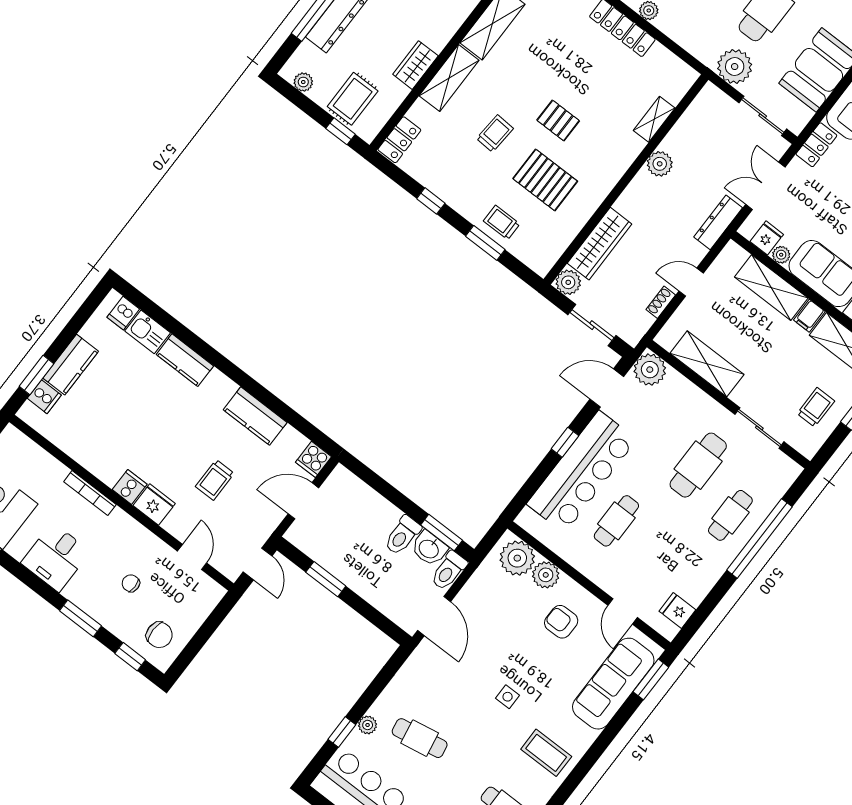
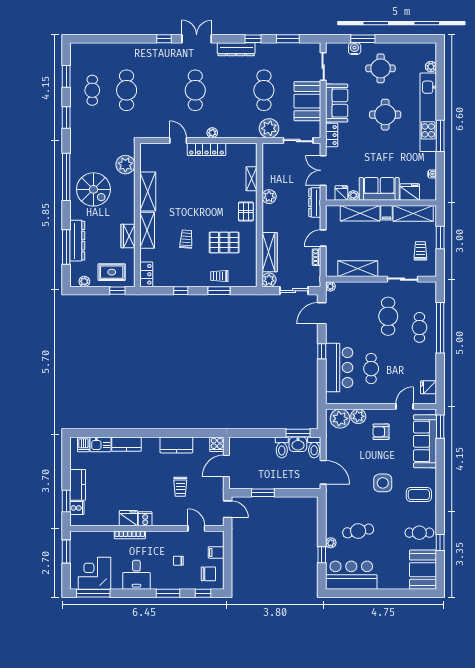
rug: (353, 99) -> (112, 272), turned 90
pallet: (558, 121) -> (246, 211), moved, turned 90
plant: (650, 370) -> (330, 286), width x0.53, depth x0.53
bar counter: (582, 472) -> (339, 368), width x0.73
fridge: (154, 504) -> (128, 518), moved
door: (623, 611) -> (405, 406), swing flipped
filing cabinet: (194, 613) -> (216, 552), added
side table: (508, 697) -> (383, 483), width x1.87, depth x1.87

